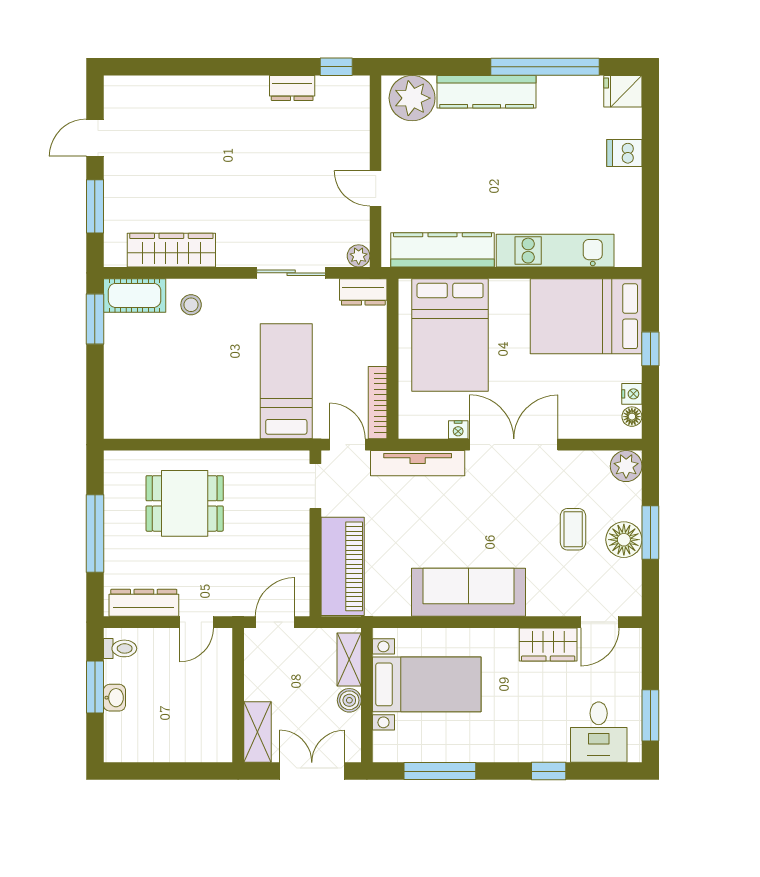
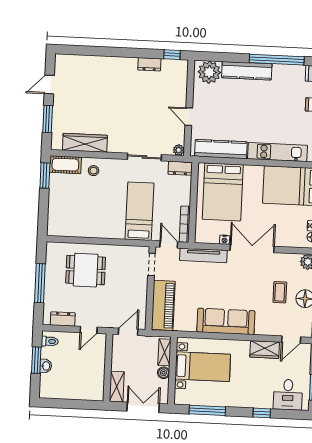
dresser: (144, 603) -> (63, 319), width x0.70

